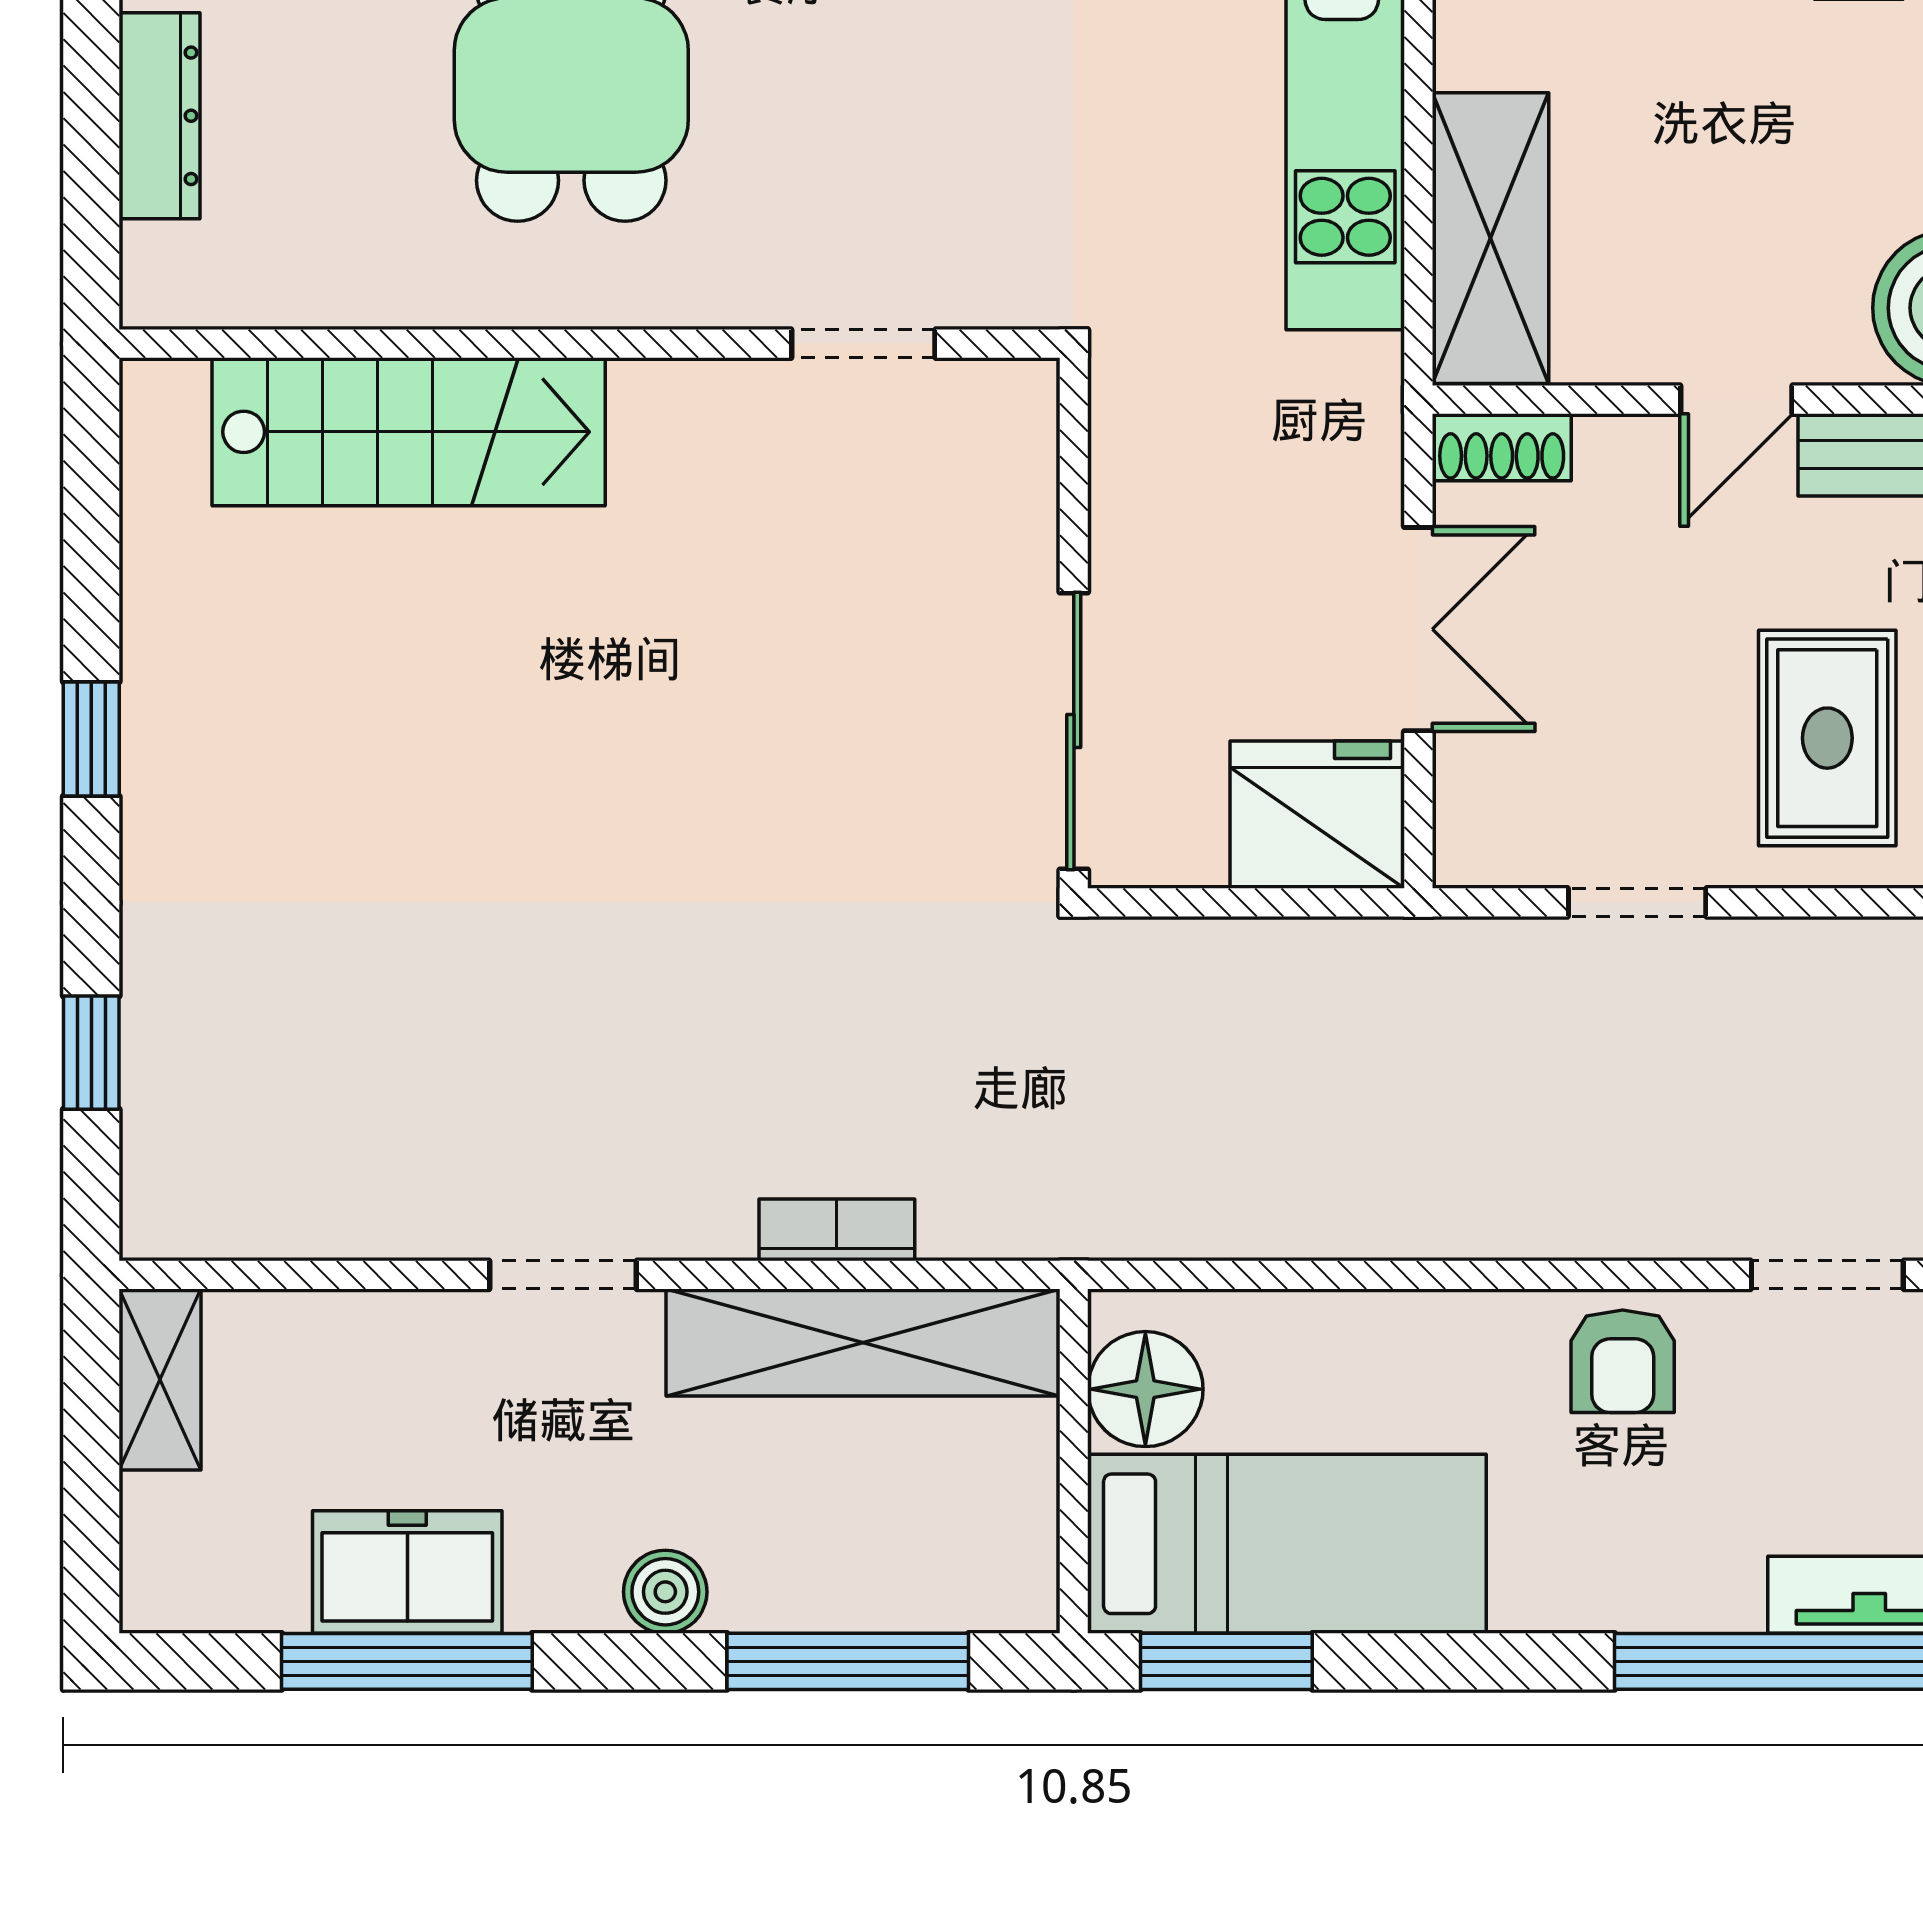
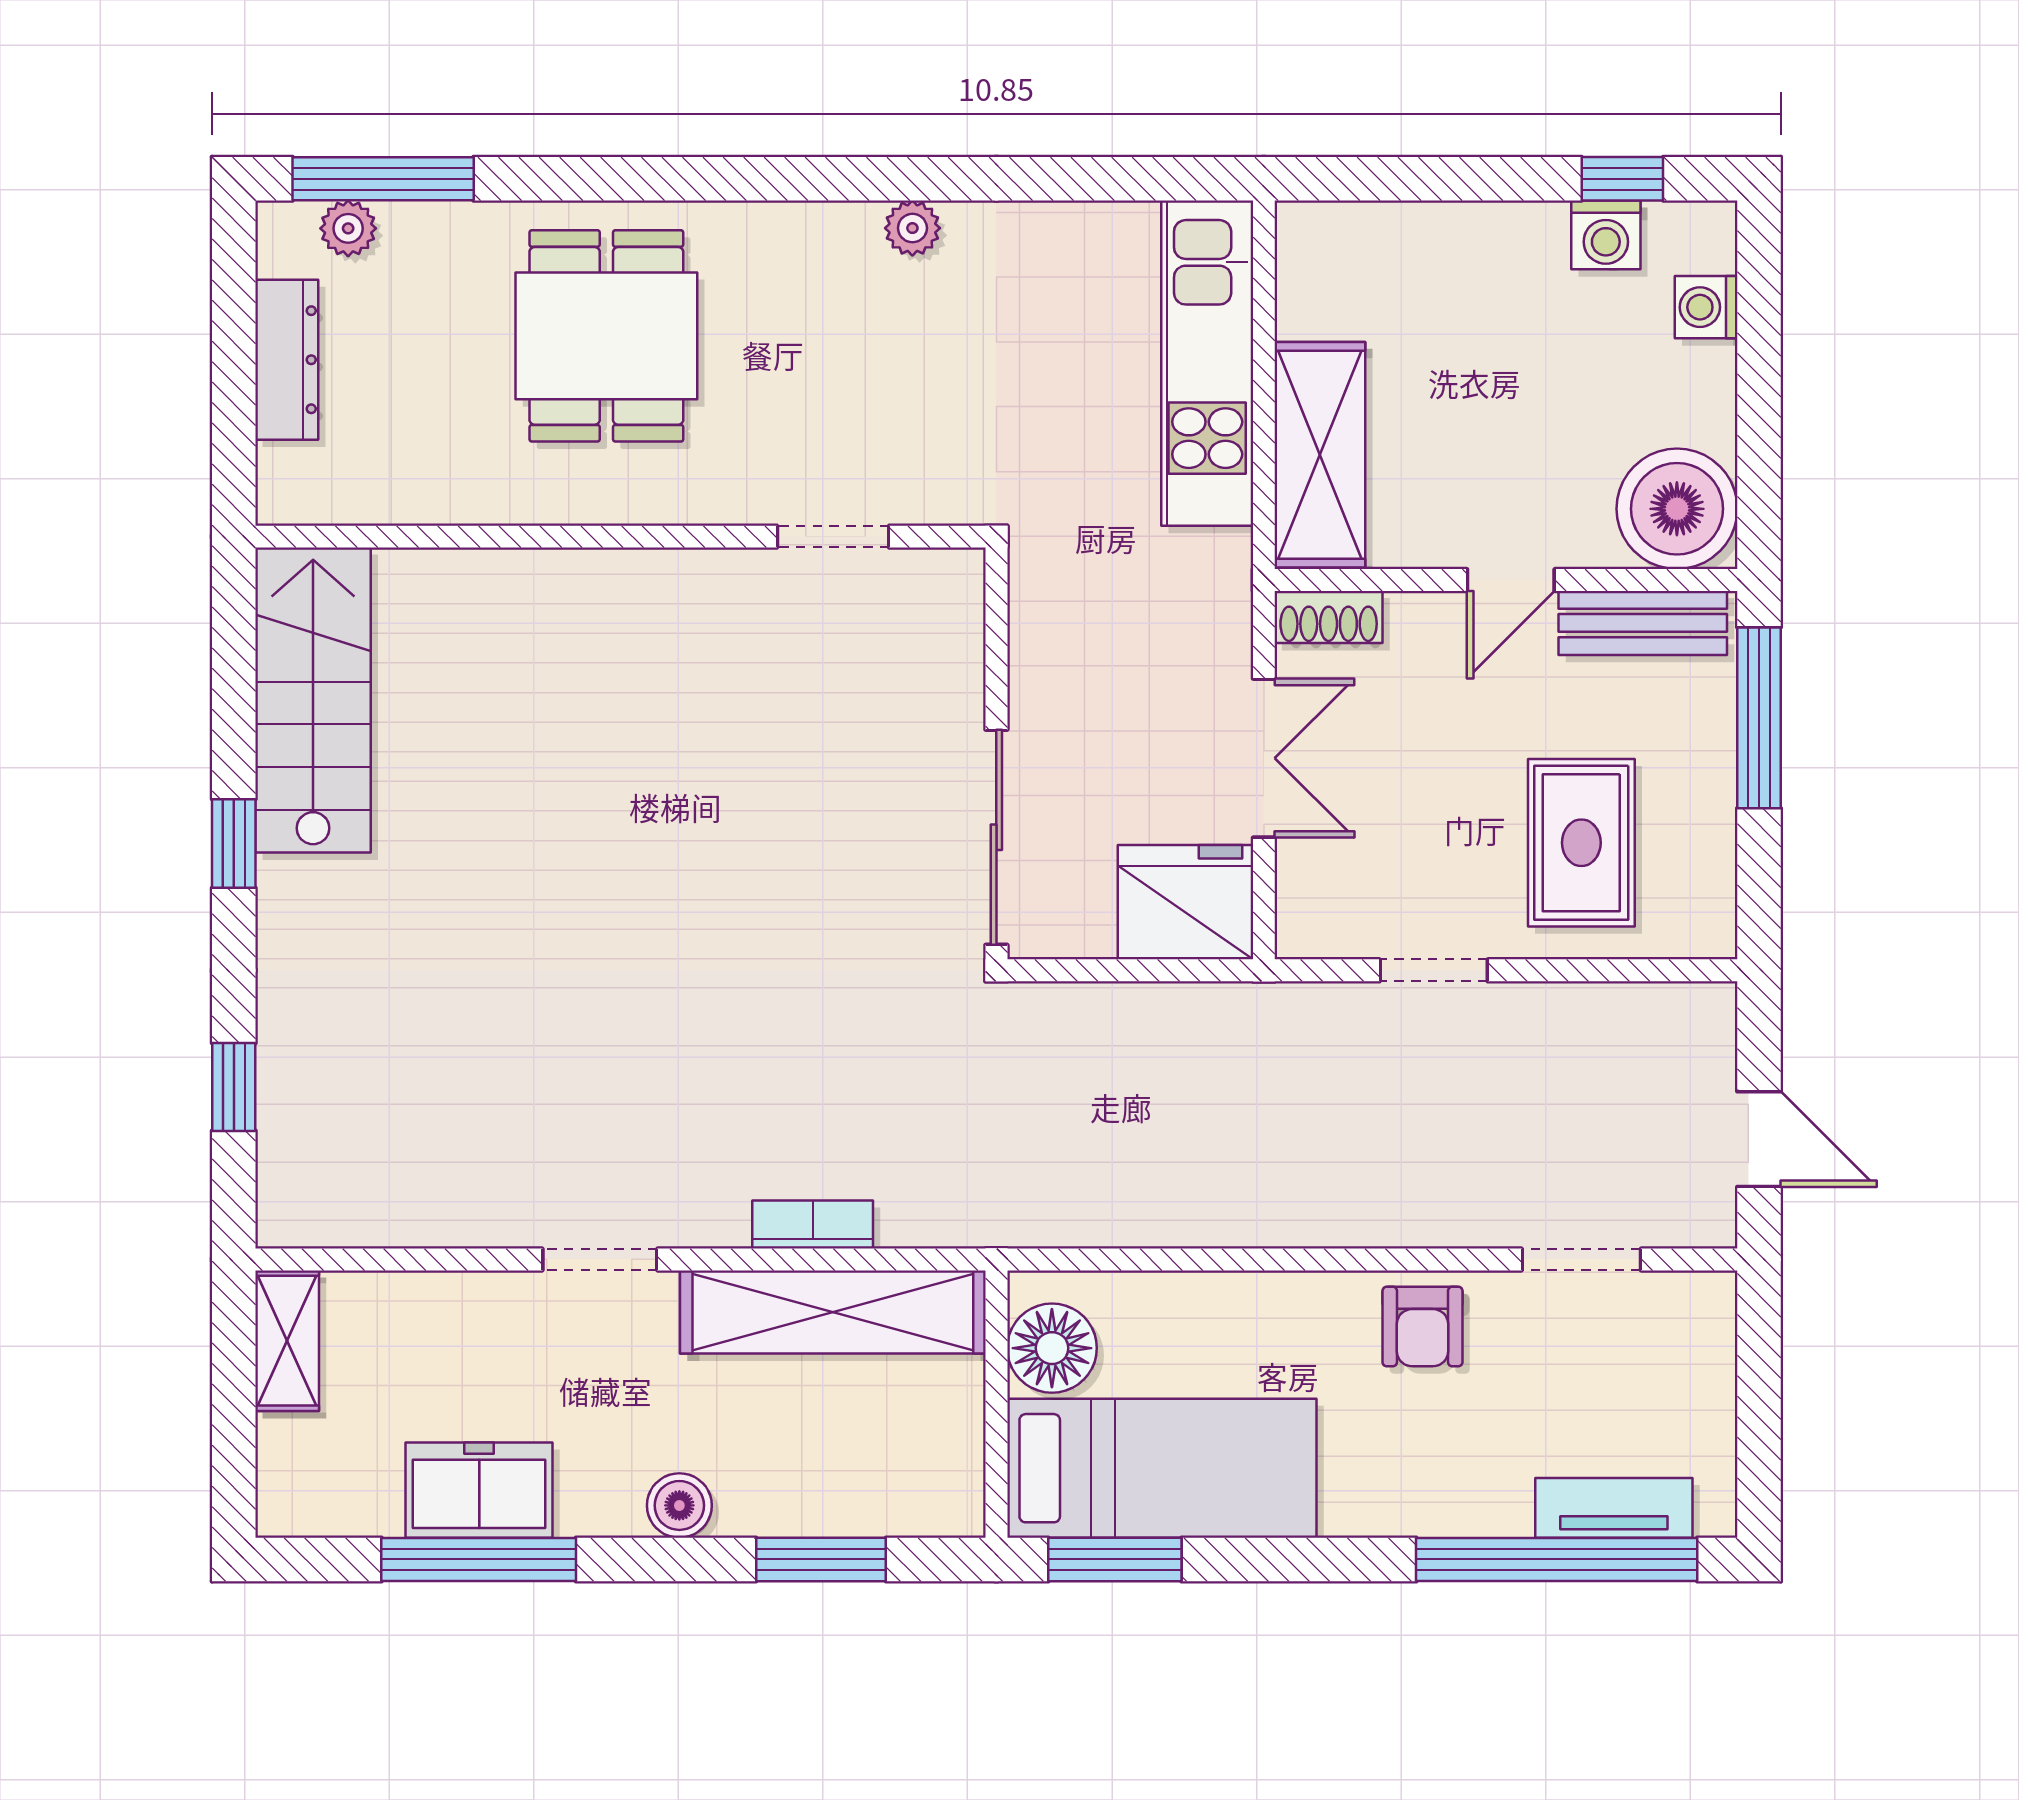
stairs: (409, 432) -> (313, 700), moved, turned -90
window: (848, 1661) -> (821, 1559), width x0.69

